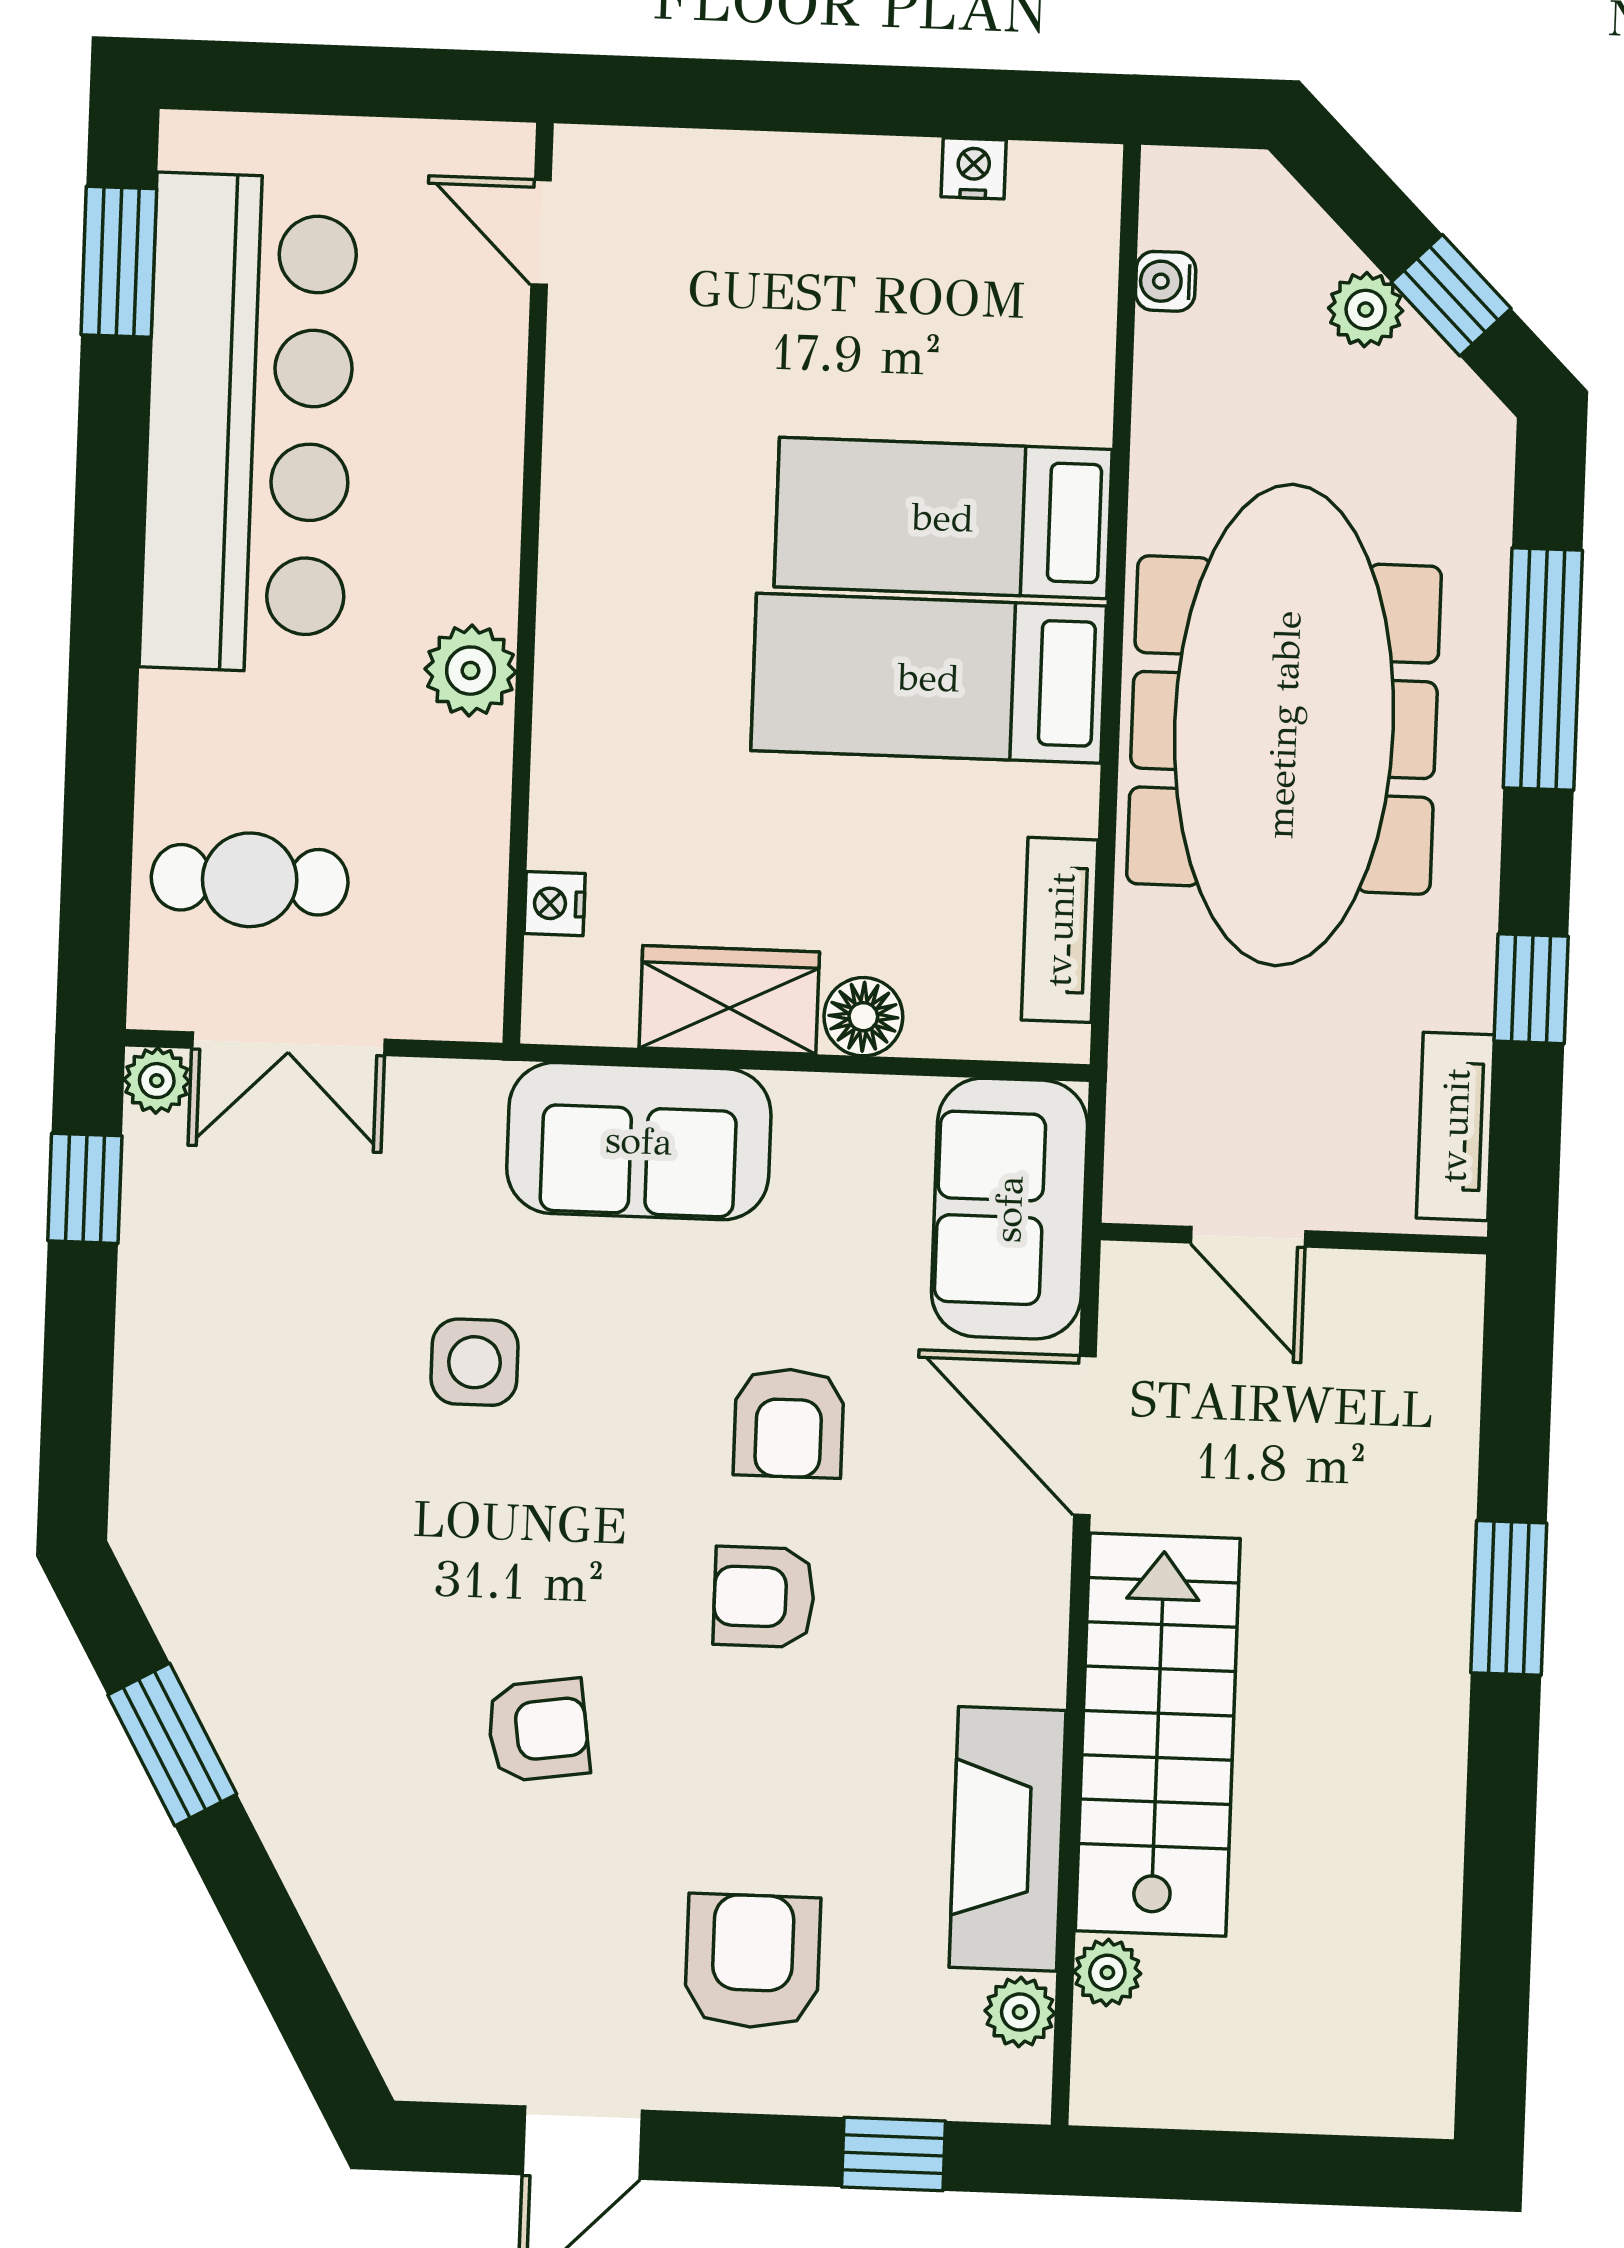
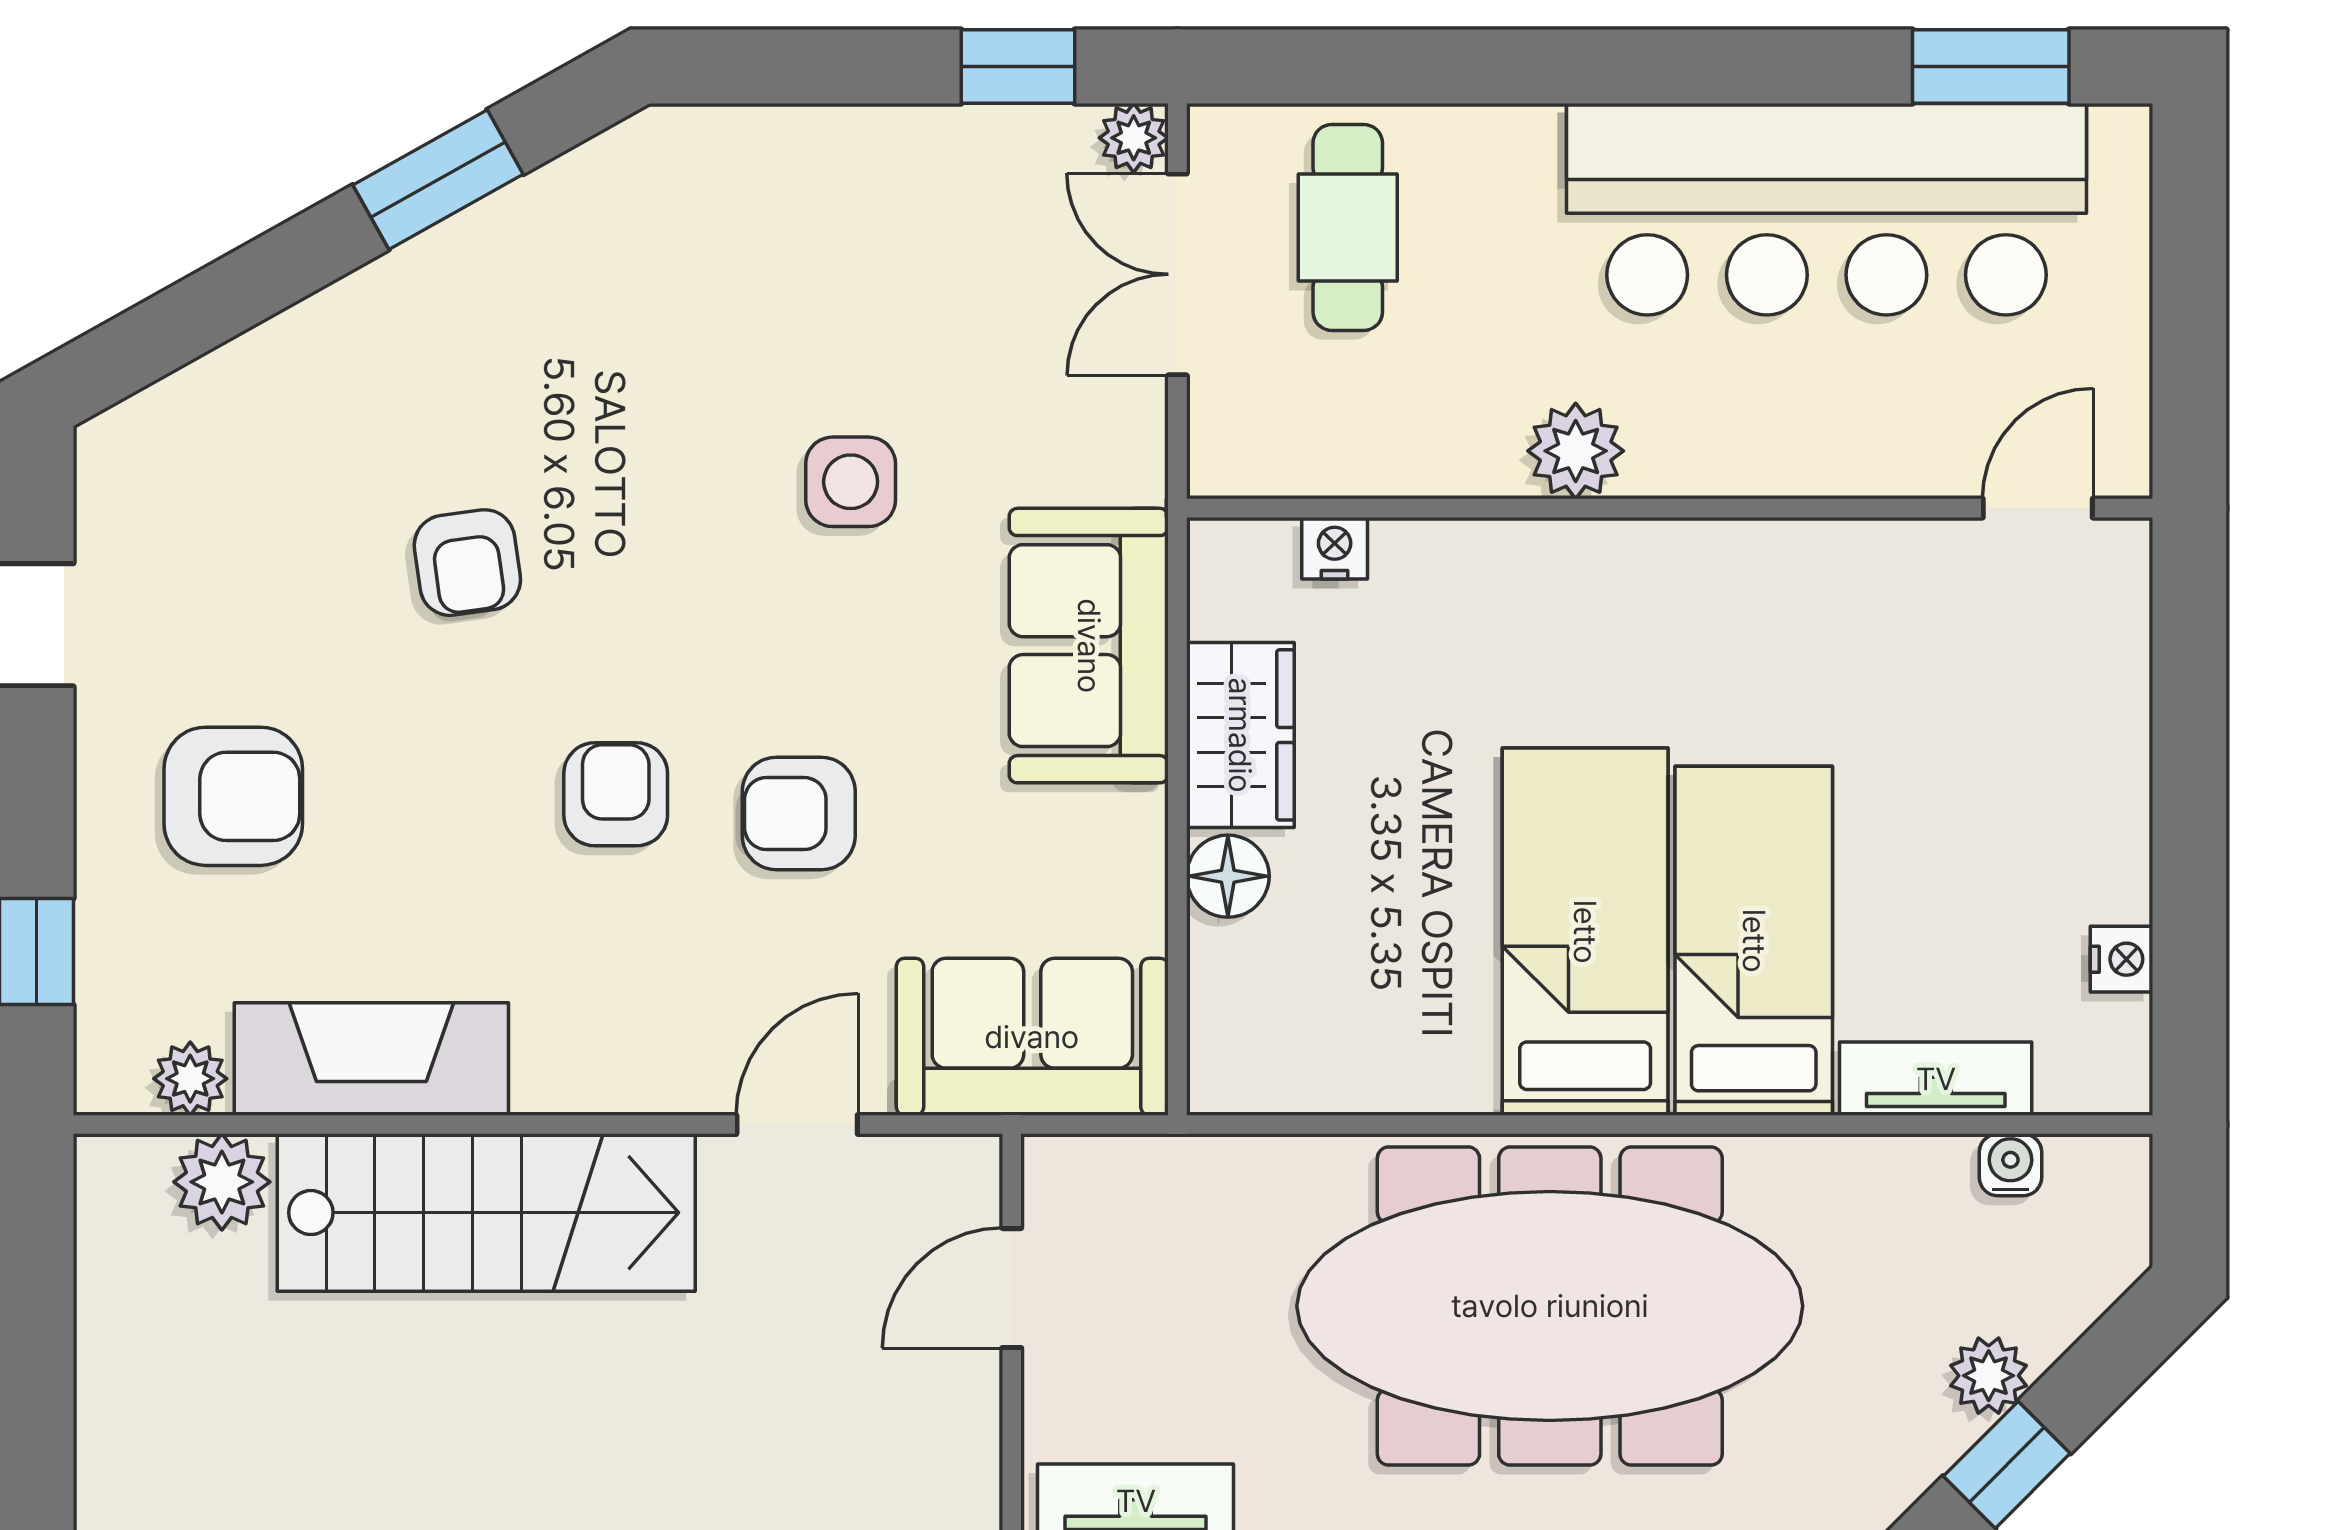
tv unit: (1060, 930) -> (1936, 1079), moved
door: (1085, 1436) -> (797, 1125), width x0.73
plant: (1107, 1973) -> (222, 1182), width x1.38, depth x1.38

